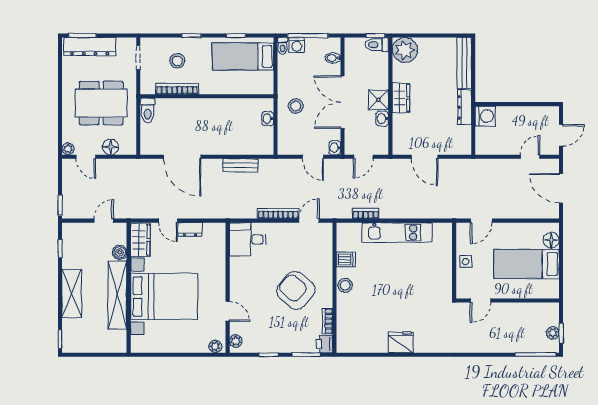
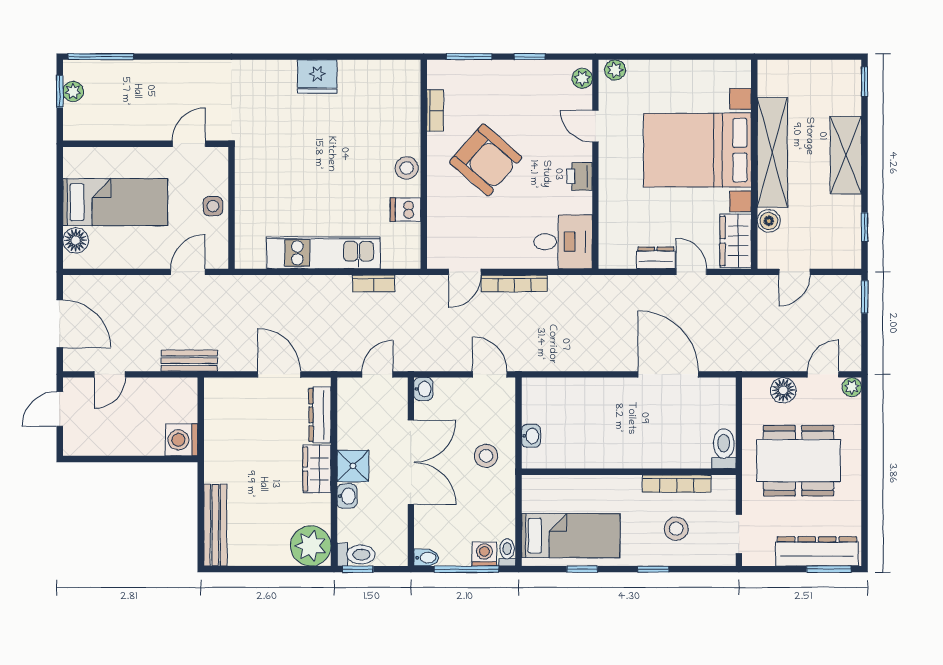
bidet: (333, 58) -> (426, 558), moved
dresser: (465, 107) -> (320, 415), moved, turned 180
washbasin: (382, 119) -> (347, 496), moved
door: (86, 157) -> (823, 374), hinge flipped
door: (313, 157) -> (490, 374), moved
bench: (240, 165) -> (189, 361), moved
printer: (325, 344) -> (580, 176), moved, turned 180

